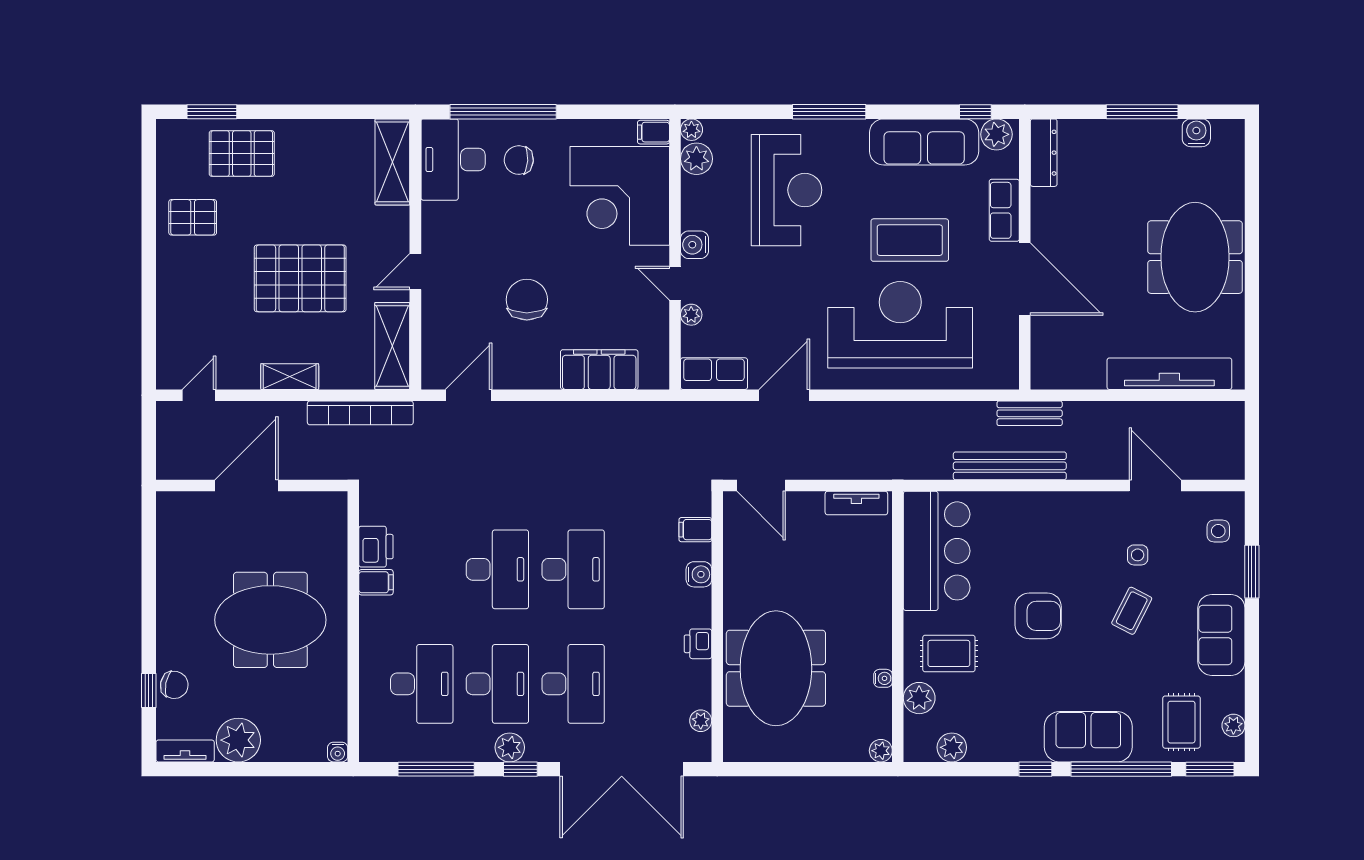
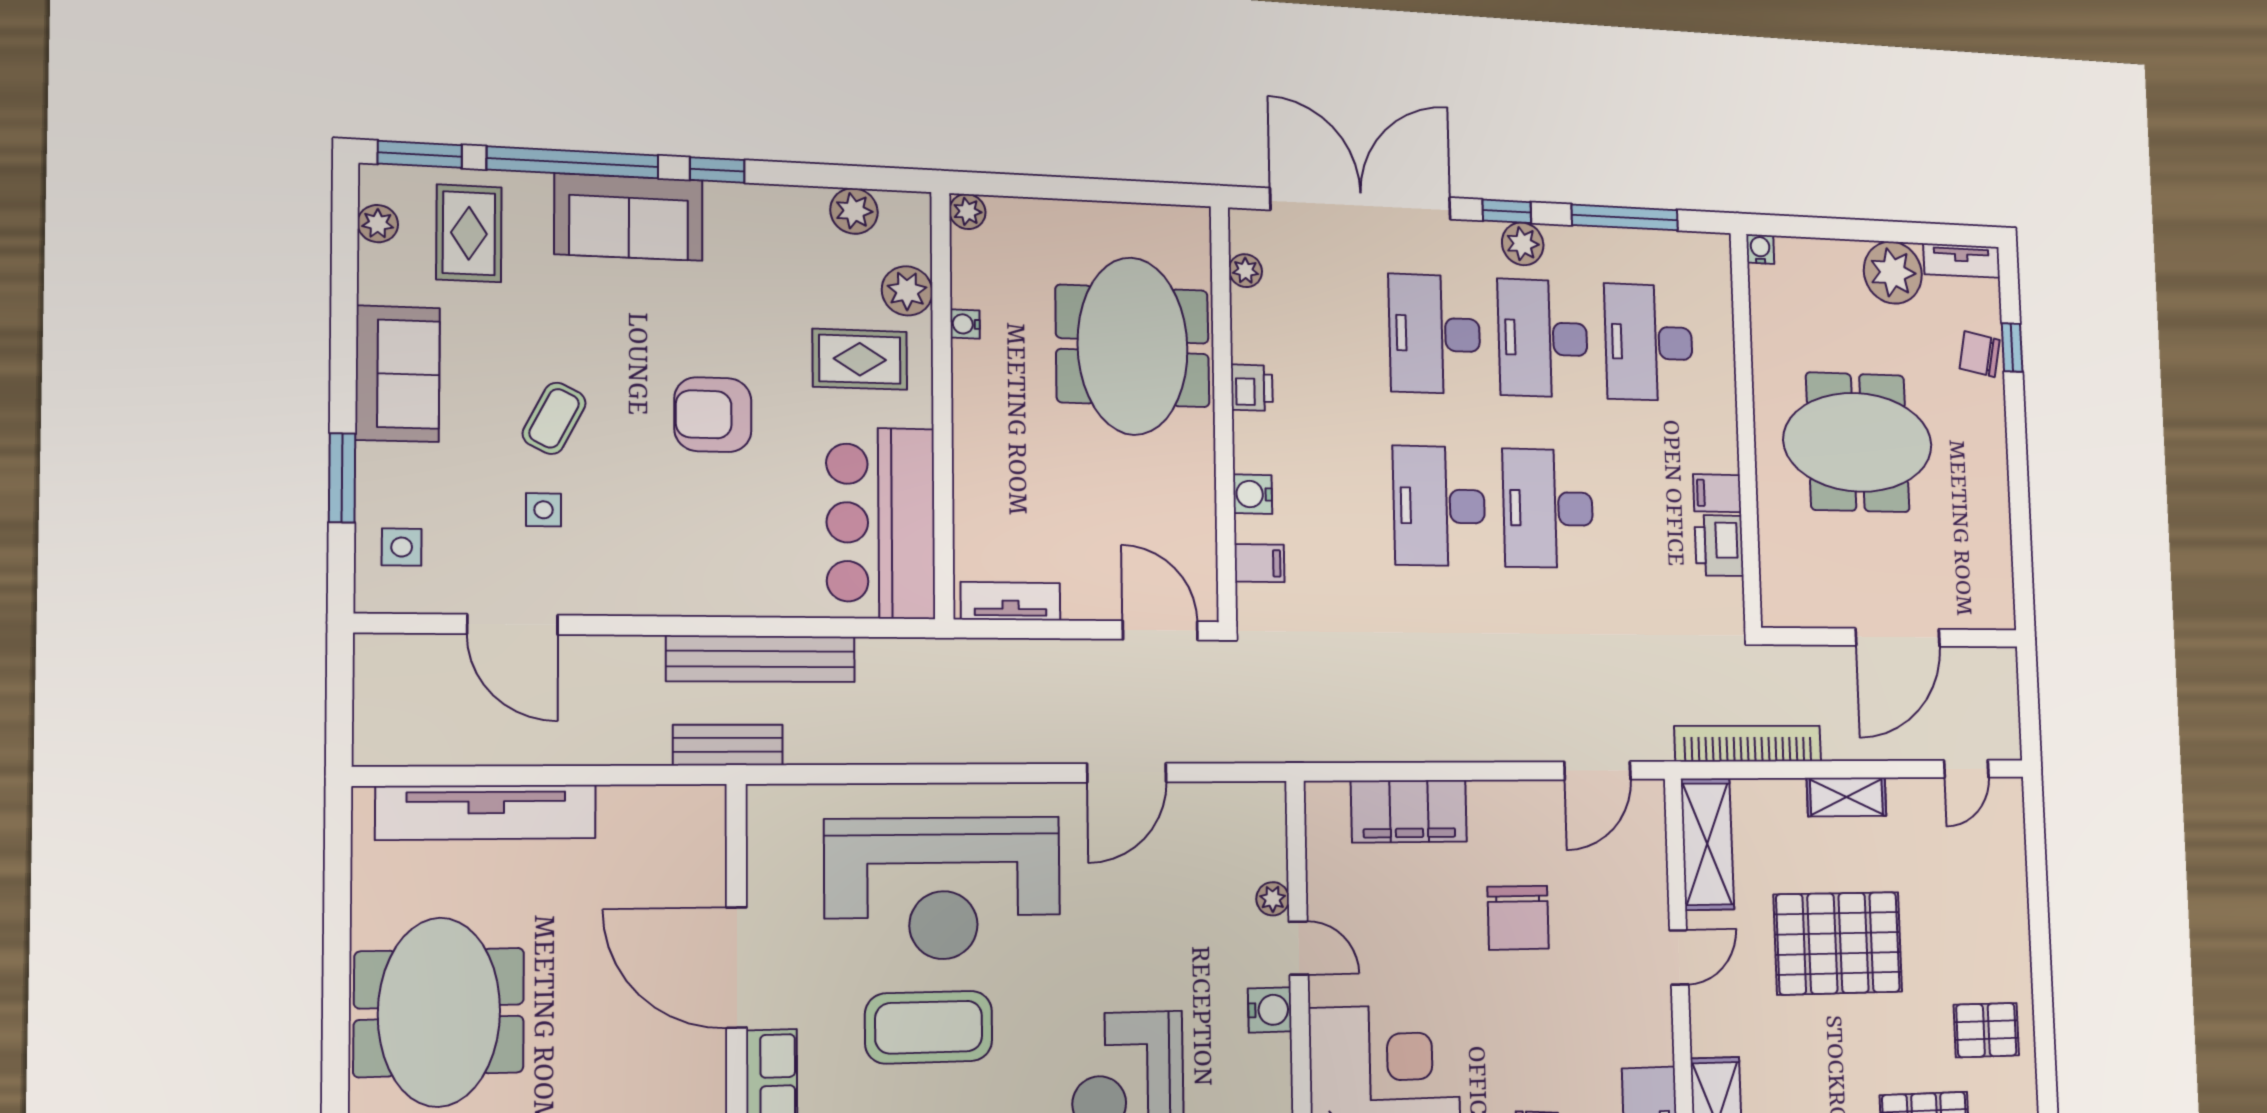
row of seats: (714, 374) -> (1236, 806), removed

